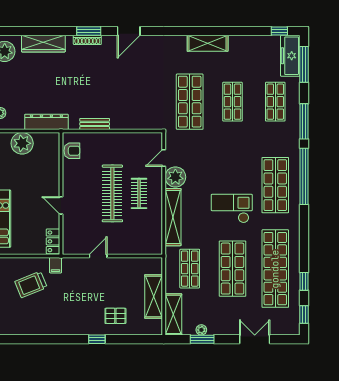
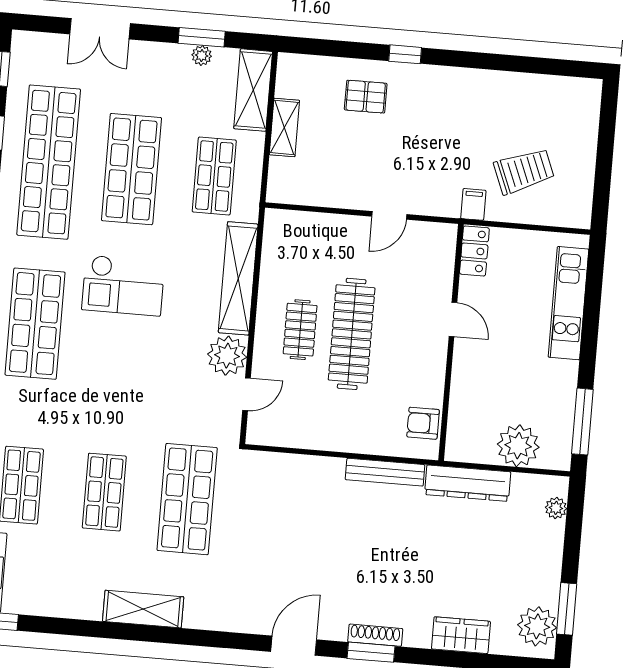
wardrobe: (43, 44) -> (461, 635), width x0.67
bench: (95, 124) -> (385, 472), width x1.36
shelving: (154, 297) -> (284, 128), width x0.67, depth x0.75

